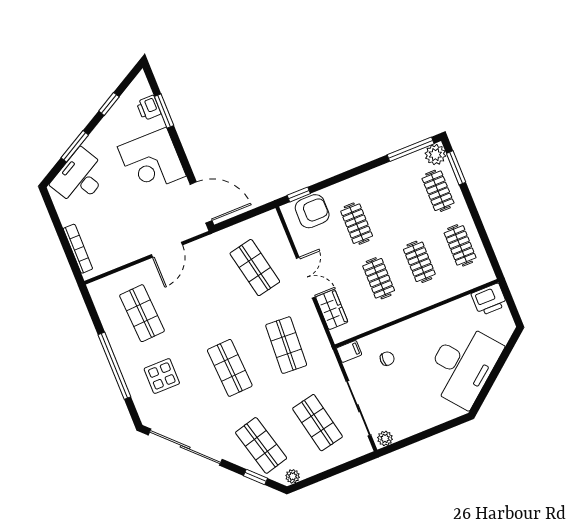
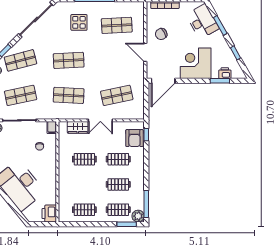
chair: (127, 236) -> (161, 34), added
clothes rail: (419, 262) -> (118, 184), moved

